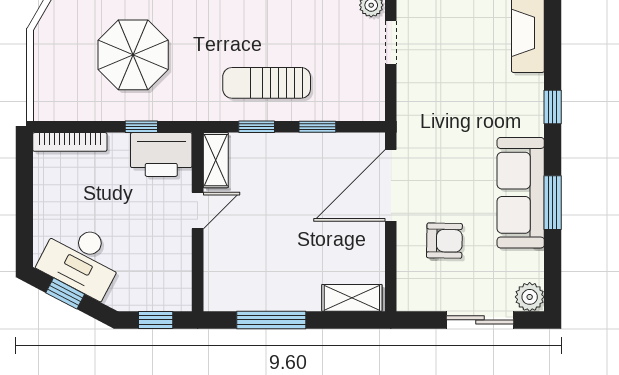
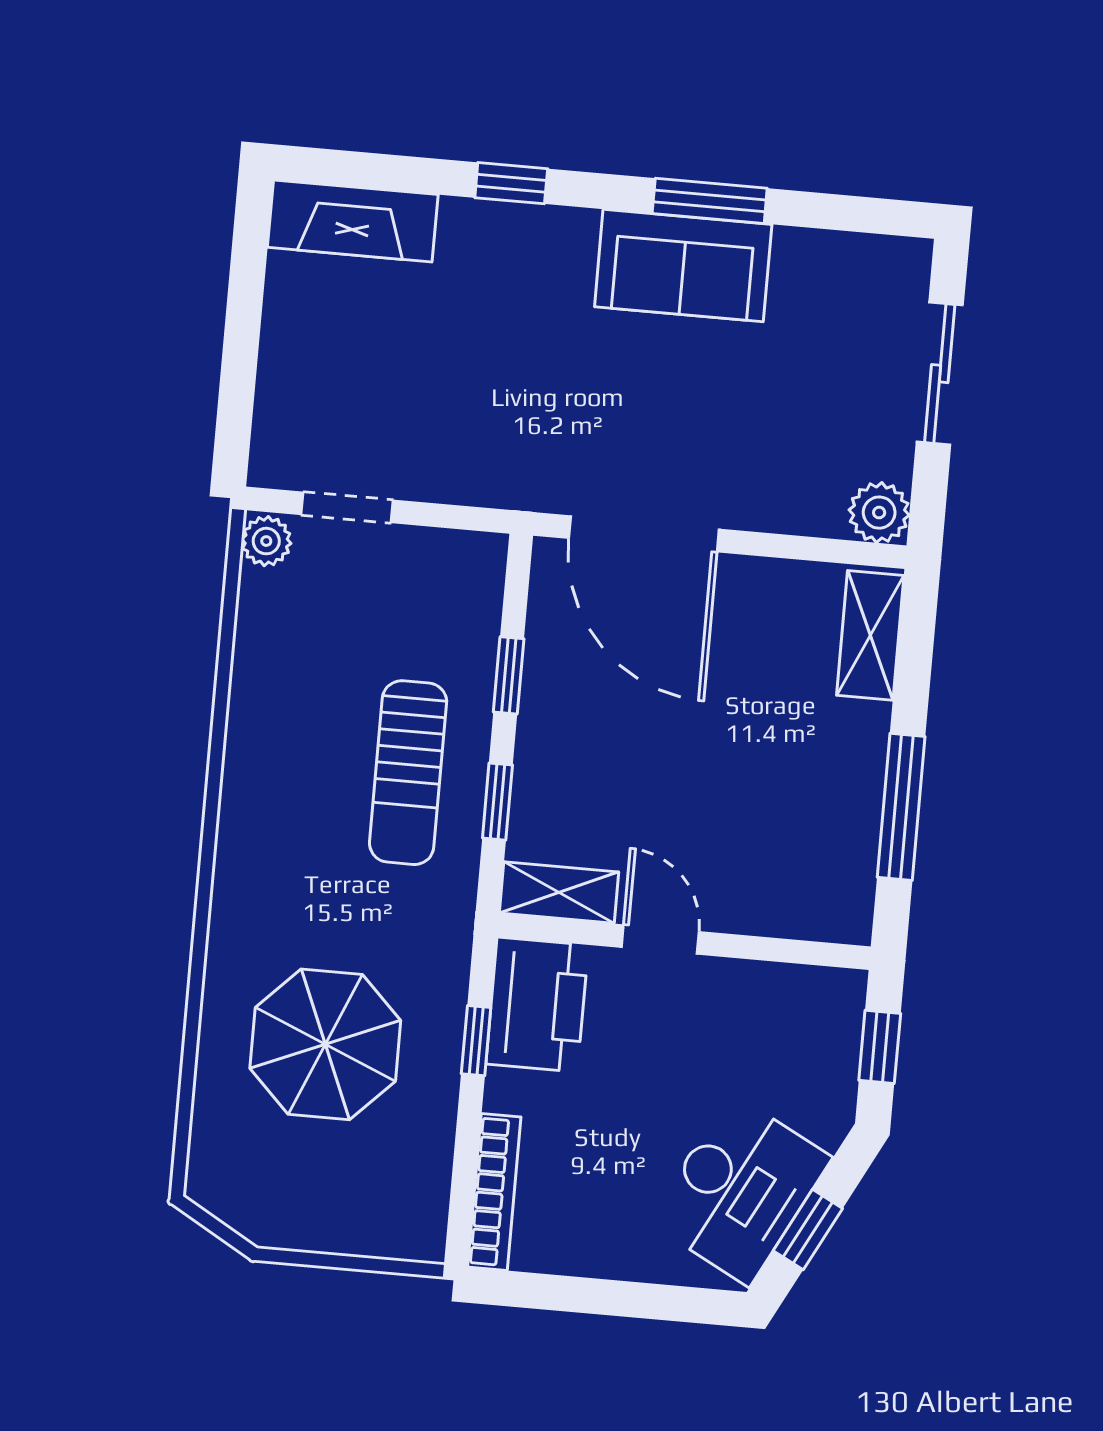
sofa: (521, 193) -> (683, 266), width x0.73
armchair: (444, 241) -> (768, 433), removed
plant: (530, 297) -> (879, 513), moved

